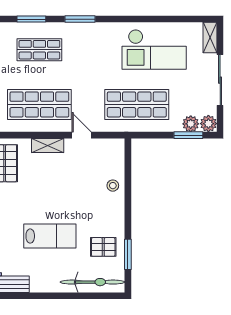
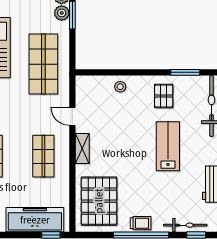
shop shelf: (39, 104) -> (43, 156), width x0.70, depth x0.74
door: (82, 135) -> (72, 116), hinge flipped
pallet: (103, 247) -> (164, 96), moved

